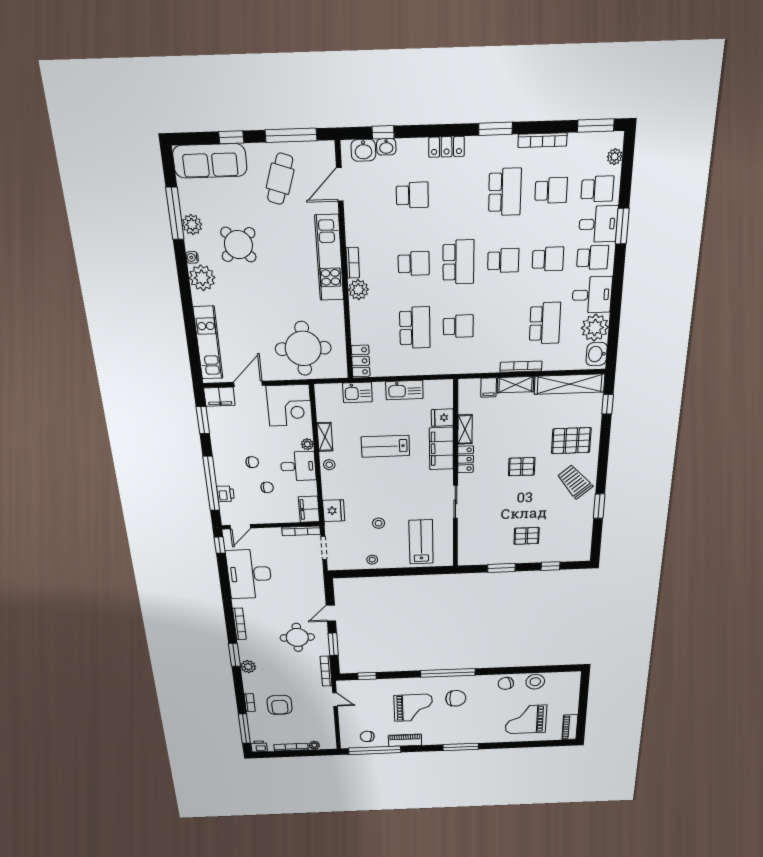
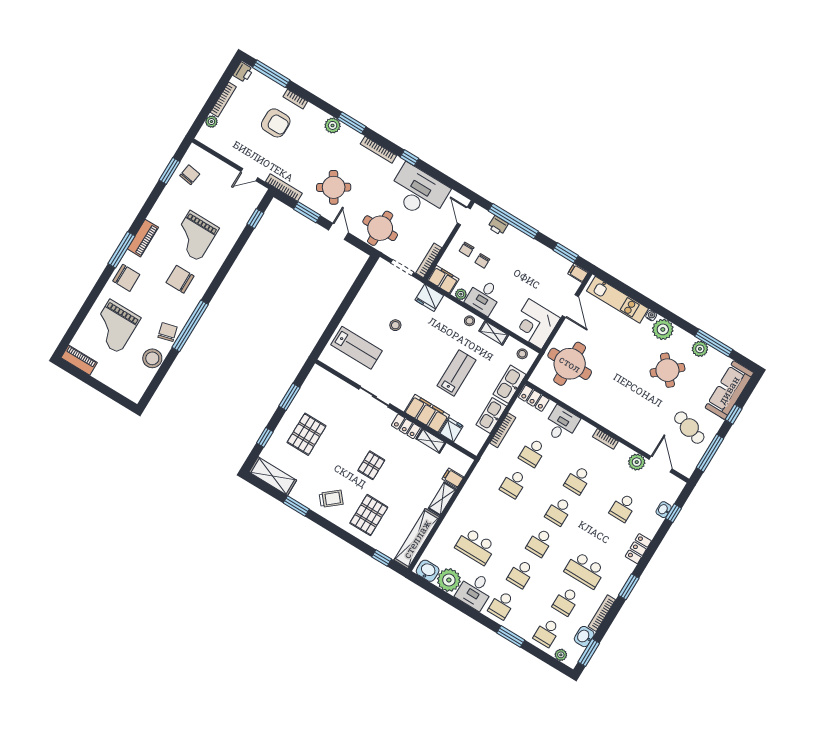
washbasin: (363, 150) -> (584, 637), moved
desk: (598, 224) -> (561, 424), moved, turned 180
water cooler: (192, 257) -> (651, 315), moved
kitchen unit: (329, 258) -> (619, 425), removed
school desk: (458, 262) -> (559, 511), width x0.54
plant: (358, 290) -> (637, 462), moved
school desk: (415, 328) -> (533, 453), width x0.54
bookcase: (521, 367) -> (503, 430), moved
kitchen sink: (357, 392) -> (510, 384), width x1.38
filing cabinet: (219, 397) -> (578, 273), width x0.50
plant: (307, 444) -> (461, 294), moved
chair: (252, 462) -> (467, 249), moved
trolley: (575, 482) -> (331, 499), width x0.73, depth x0.72
pallet: (527, 536) -> (307, 434), width x1.50, depth x1.42
shelving: (582, 540) -> (273, 476), added
window: (220, 545) -> (409, 158), moved
stool: (372, 560) -> (522, 354), moved
round table: (303, 584) -> (380, 228), added
round table: (297, 637) -> (334, 187), turned -32
window: (448, 673) -> (190, 326), moved
chair: (456, 698) -> (180, 279), turned 90
armchair: (280, 705) -> (276, 123), turned 180
grand piano: (526, 719) -> (115, 326), turned 180
chair: (481, 732) -> (126, 278), added
piano: (405, 740) -> (143, 238), moved
window: (375, 750) -> (169, 171), width x0.47

